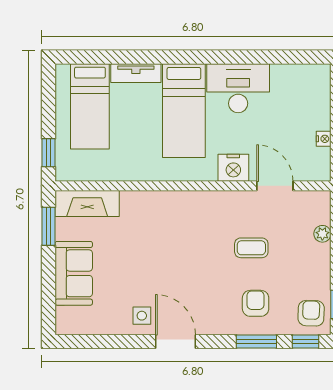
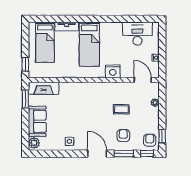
desk: (238, 88) -> (137, 34), moved
door: (275, 186) -> (143, 80), moved
plant: (67, 319) -> (34, 143), added
door: (175, 341) -> (97, 154), moved

